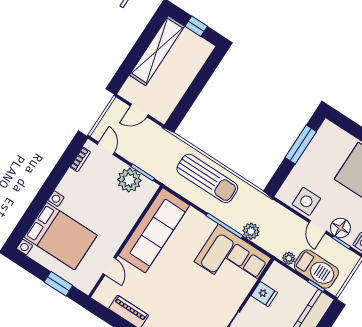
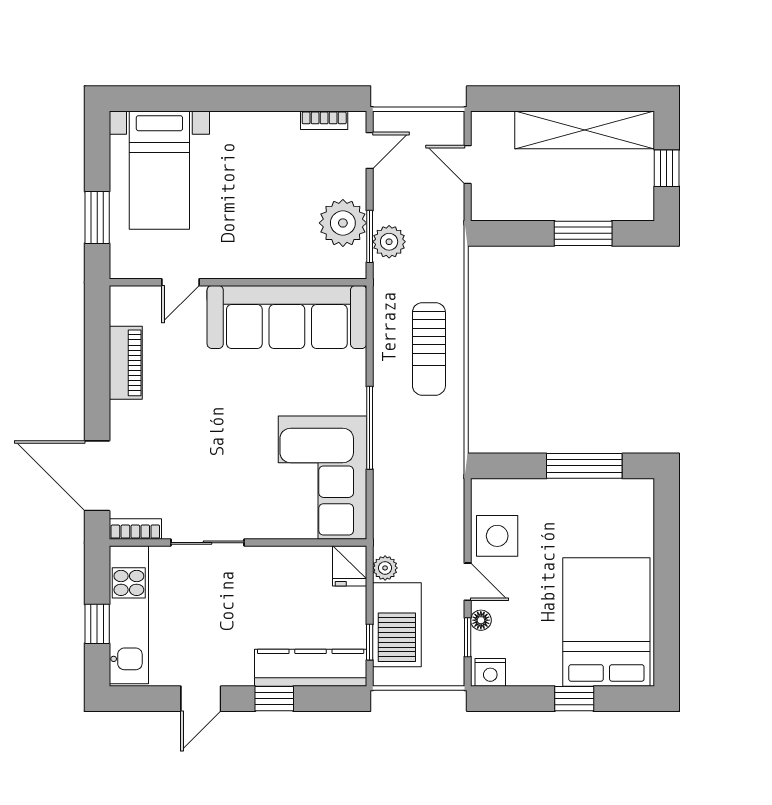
window: (201, 80) -> (583, 233), added
sun lounger: (207, 178) -> (429, 349), width x0.73, depth x0.75
door: (318, 227) -> (468, 582), swing flipped
floor lamp: (340, 228) -> (481, 620), width x0.53, depth x0.53
plant: (251, 231) -> (389, 242), moved
bed with nightstands: (61, 236) -> (159, 170), width x0.73
fridge: (264, 294) -> (350, 566), moved

